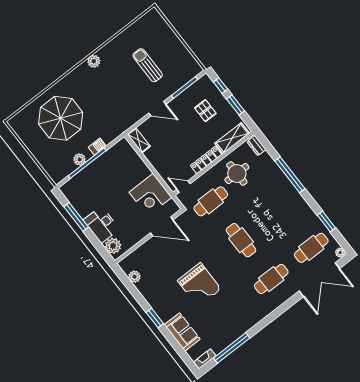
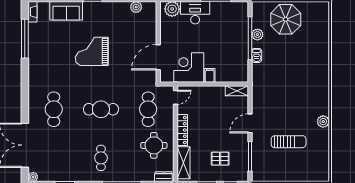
plant: (94, 61) -> (323, 122), moved
parasol: (61, 118) -> (286, 19), moved, width x0.73, depth x0.73
filing cabinet: (144, 172) -> (210, 75), added
cafe table: (311, 248) -> (101, 158), moved, width x0.73, depth x0.74

